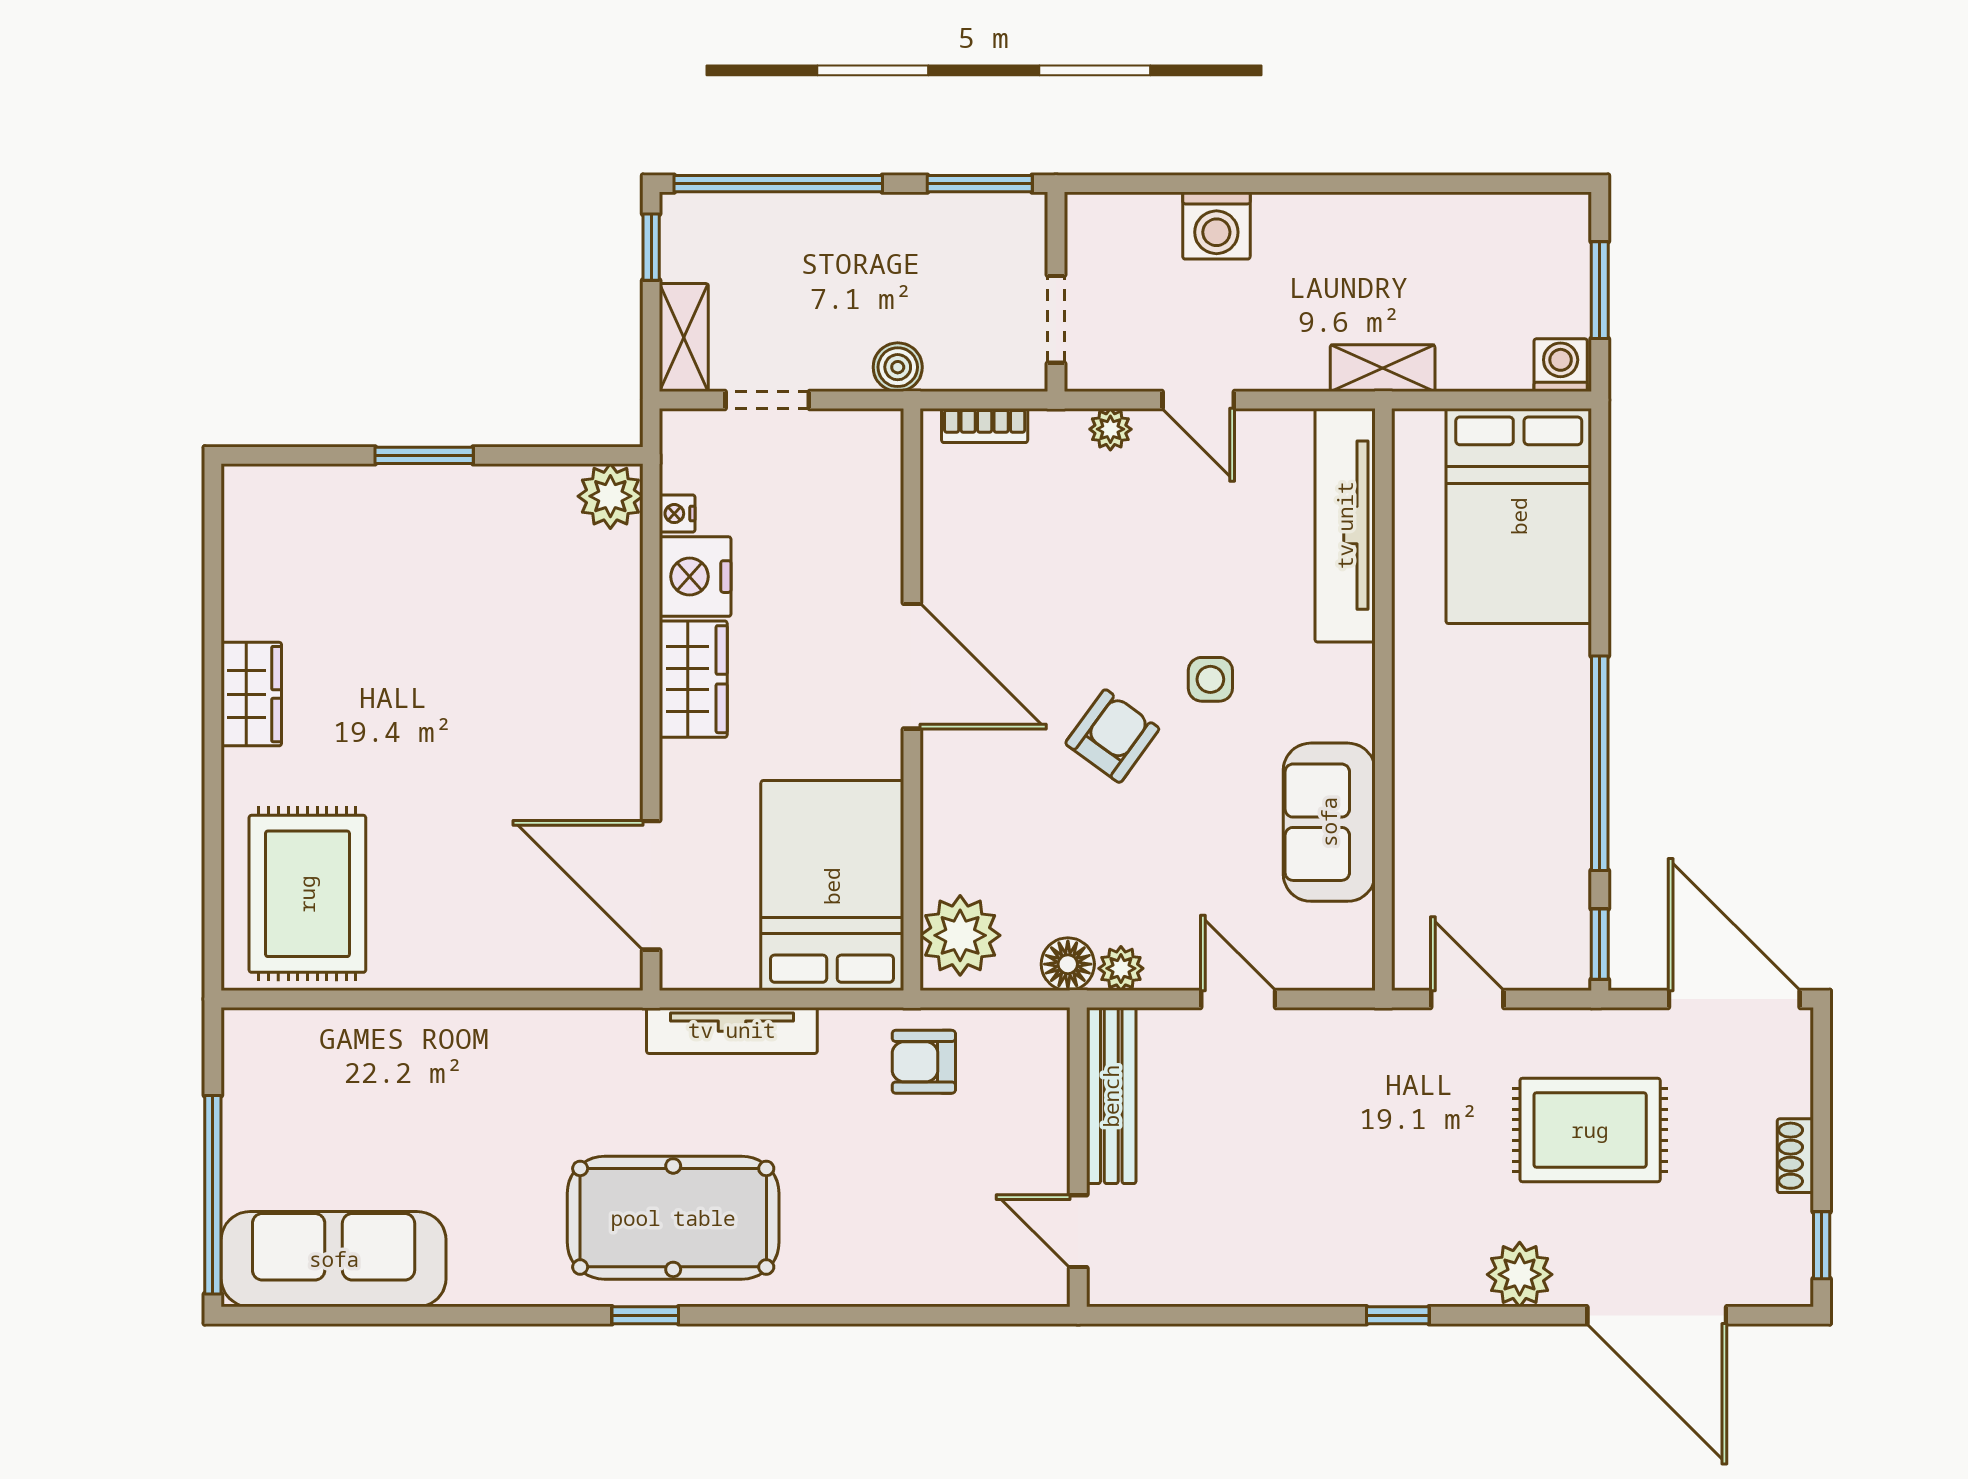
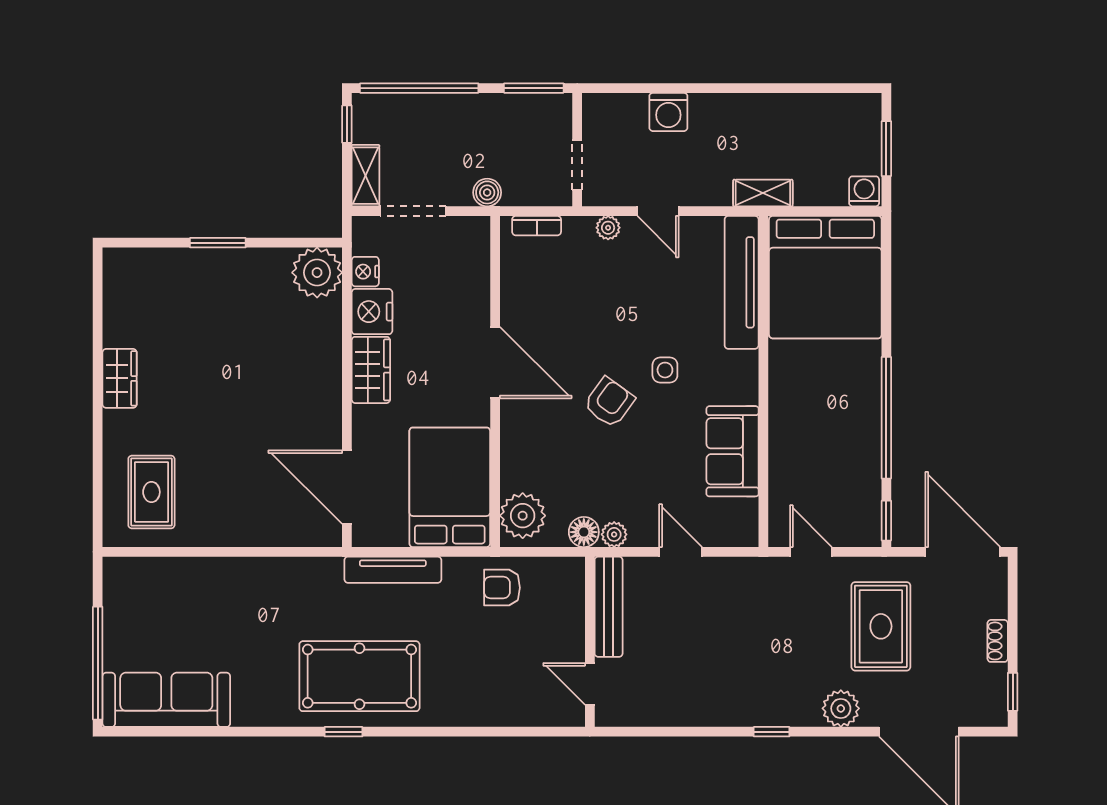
doorway: (767, 400) -> (413, 211), width x1.38
plant: (610, 496) -> (317, 273), width x1.36, depth x1.36
nightstand: (677, 514) -> (365, 272), width x1.39, depth x1.35
bed: (1519, 516) -> (825, 277), width x1.36
rug: (307, 894) -> (151, 492), width x0.73, depth x0.70
rug: (1590, 1130) -> (881, 626), turned 90

